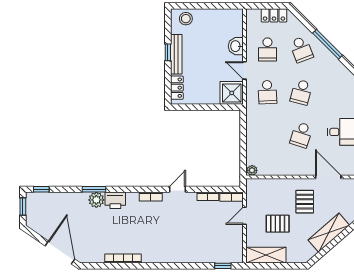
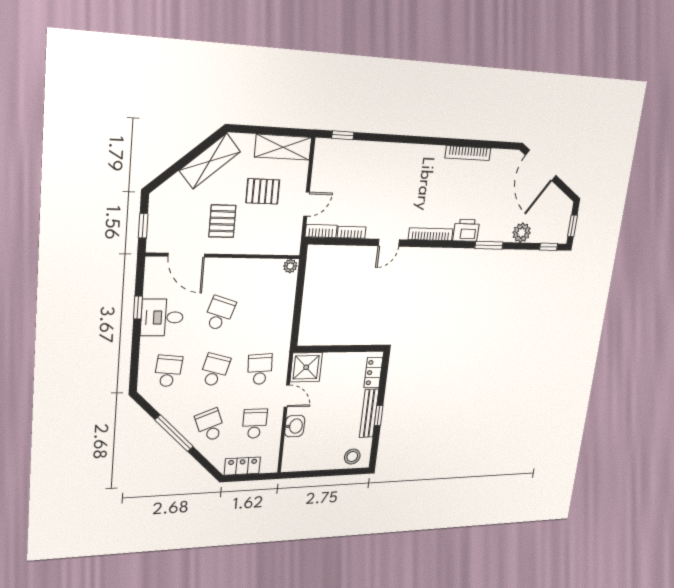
school desk: (335, 92) -> (168, 371), added
bookcase: (151, 197) -> (431, 234), width x1.56
plant: (96, 200) -> (522, 233), moved
shelving: (329, 233) -> (210, 161), moved

